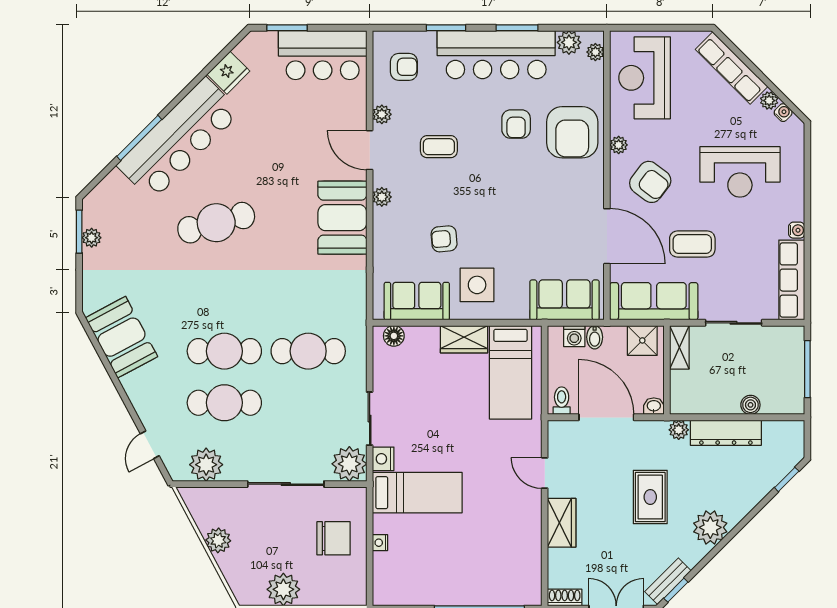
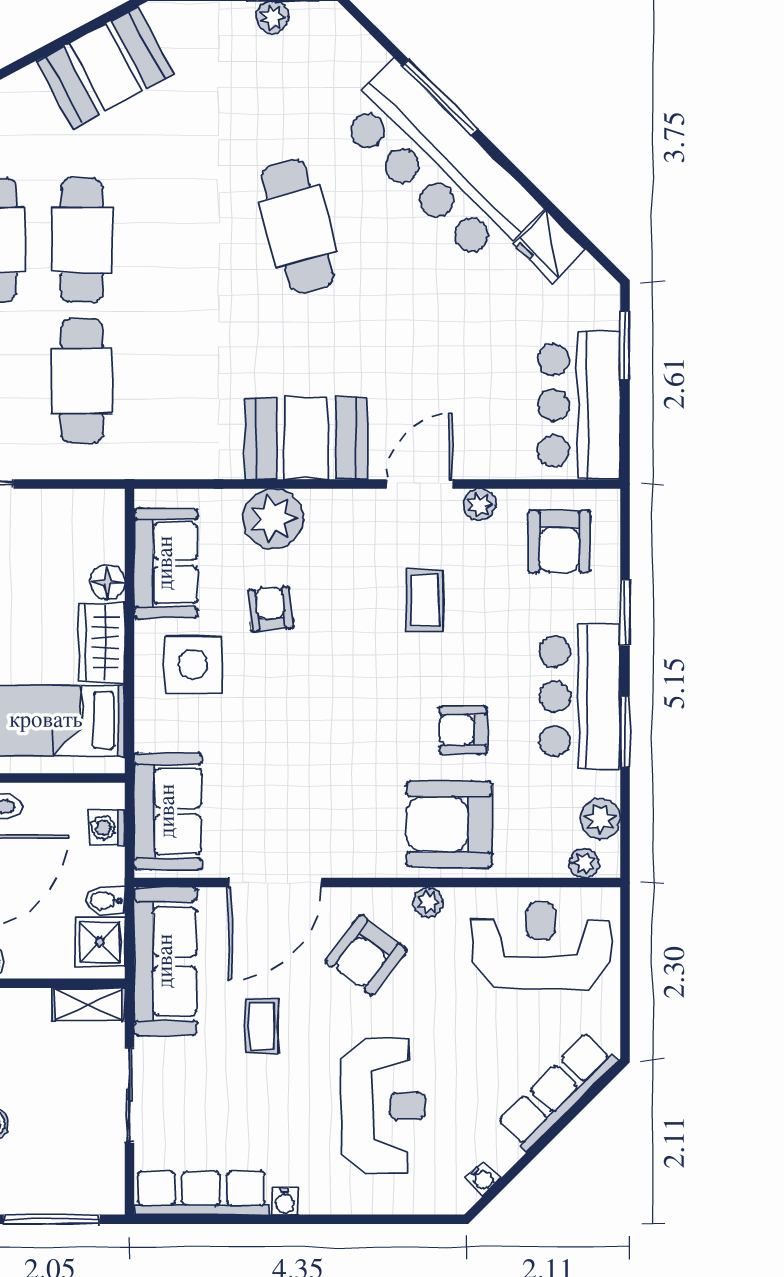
bar counter: (496, 55) -> (580, 696), width x0.73
armchair: (404, 67) -> (559, 542), width x1.38, depth x1.38
plant: (769, 101) -> (503, 1155), removed
reception desk: (740, 172) -> (383, 1106), turned 180
plant: (382, 197) -> (273, 519), moved, width x1.87, depth x1.87
coffee table: (692, 244) -> (262, 1026), width x0.73, depth x0.77
floor lamp: (394, 336) -> (107, 582), moved
bidet: (595, 337) -> (105, 901), moved

